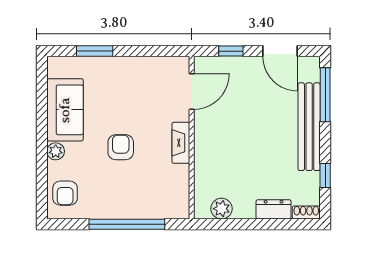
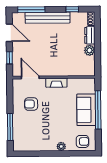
window: (95, 51) -> (10, 127), width x1.44
door: (280, 51) -> (9, 33), hinge flipped
sofa: (65, 110) -> (86, 110), moved, turned -90
armchair: (121, 147) -> (31, 104), moved
plant: (221, 209) -> (90, 50), moved

